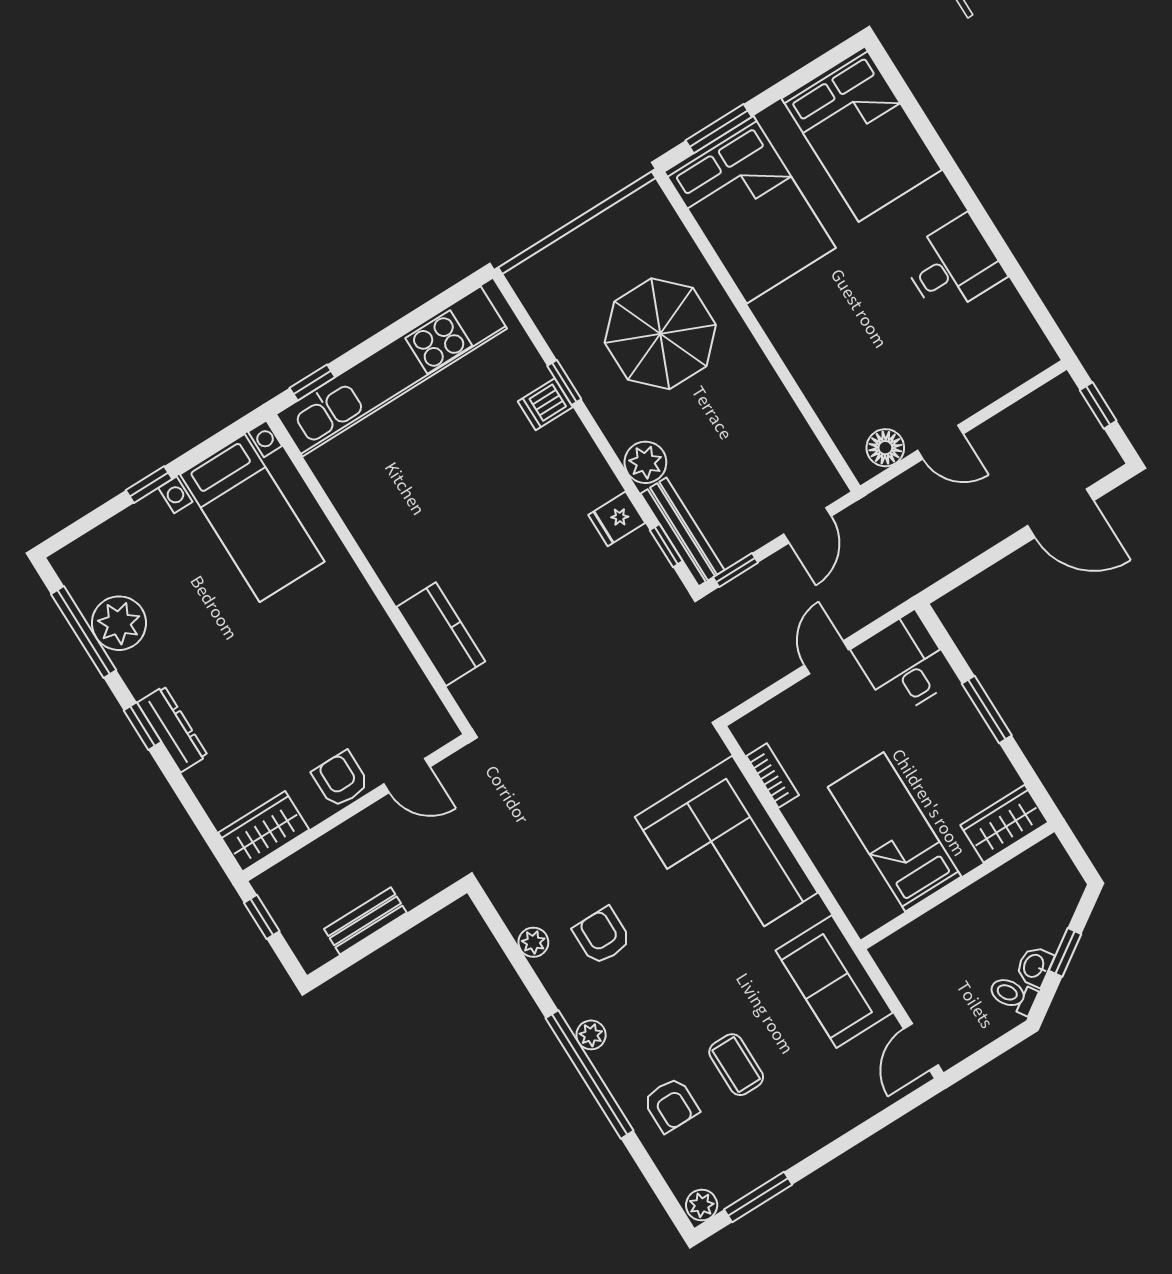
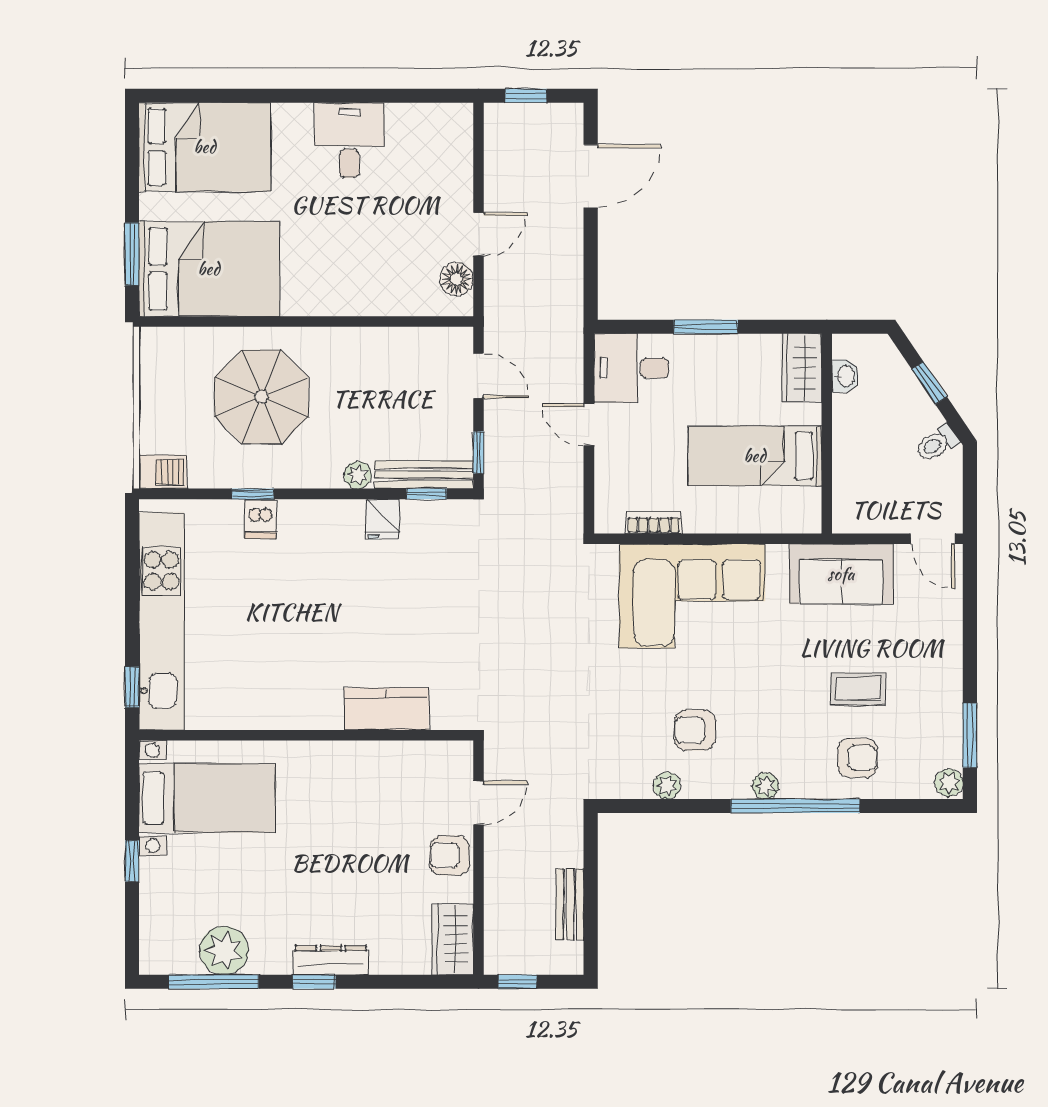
barbecue: (532, 285) -> (163, 472), added
plant: (645, 462) -> (358, 475), width x0.73, depth x0.73
washbasin: (1034, 966) -> (845, 376), moved, turned -146

